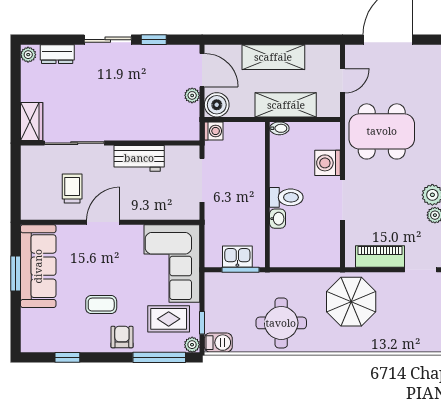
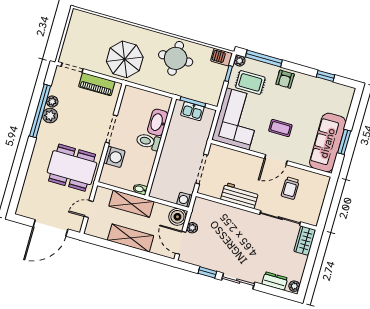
washbasin: (278, 219) -> (158, 122), width x1.91, depth x1.45
coffee table: (101, 305) -> (280, 128), moved

